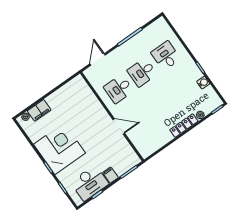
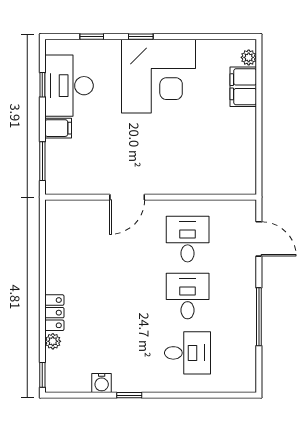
locker: (184, 126) -> (54, 313), width x0.66

